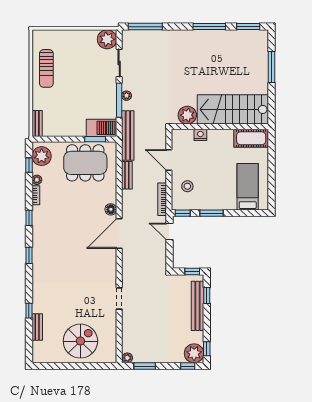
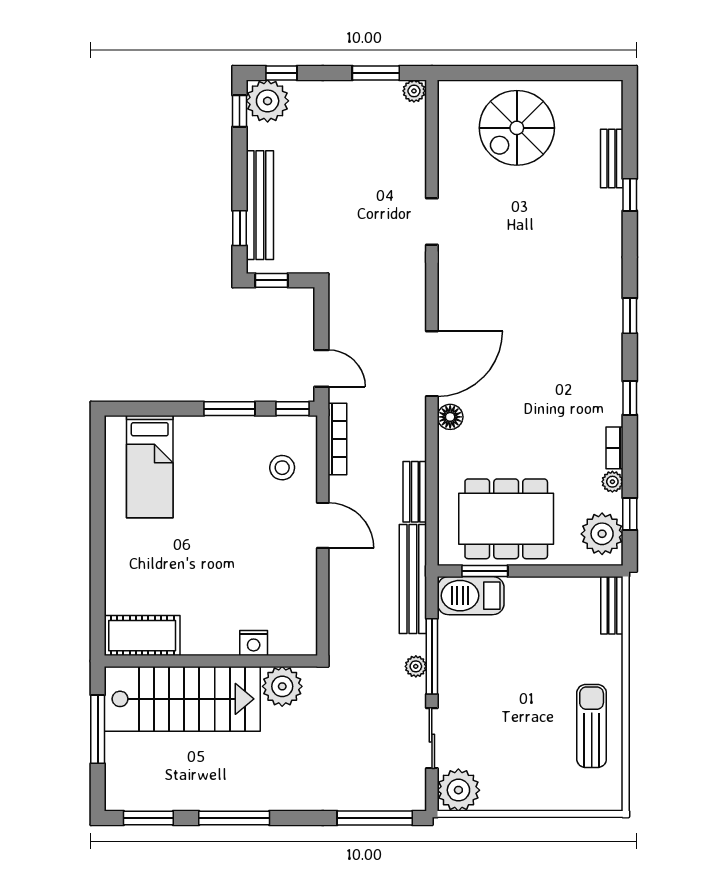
stairs: (233, 109) -> (182, 699), moved
plant: (187, 115) -> (282, 686), moved
wall: (220, 127) -> (211, 661), moved
nightstand: (200, 135) -> (254, 643), moved
cot: (251, 138) -> (142, 636), moved

